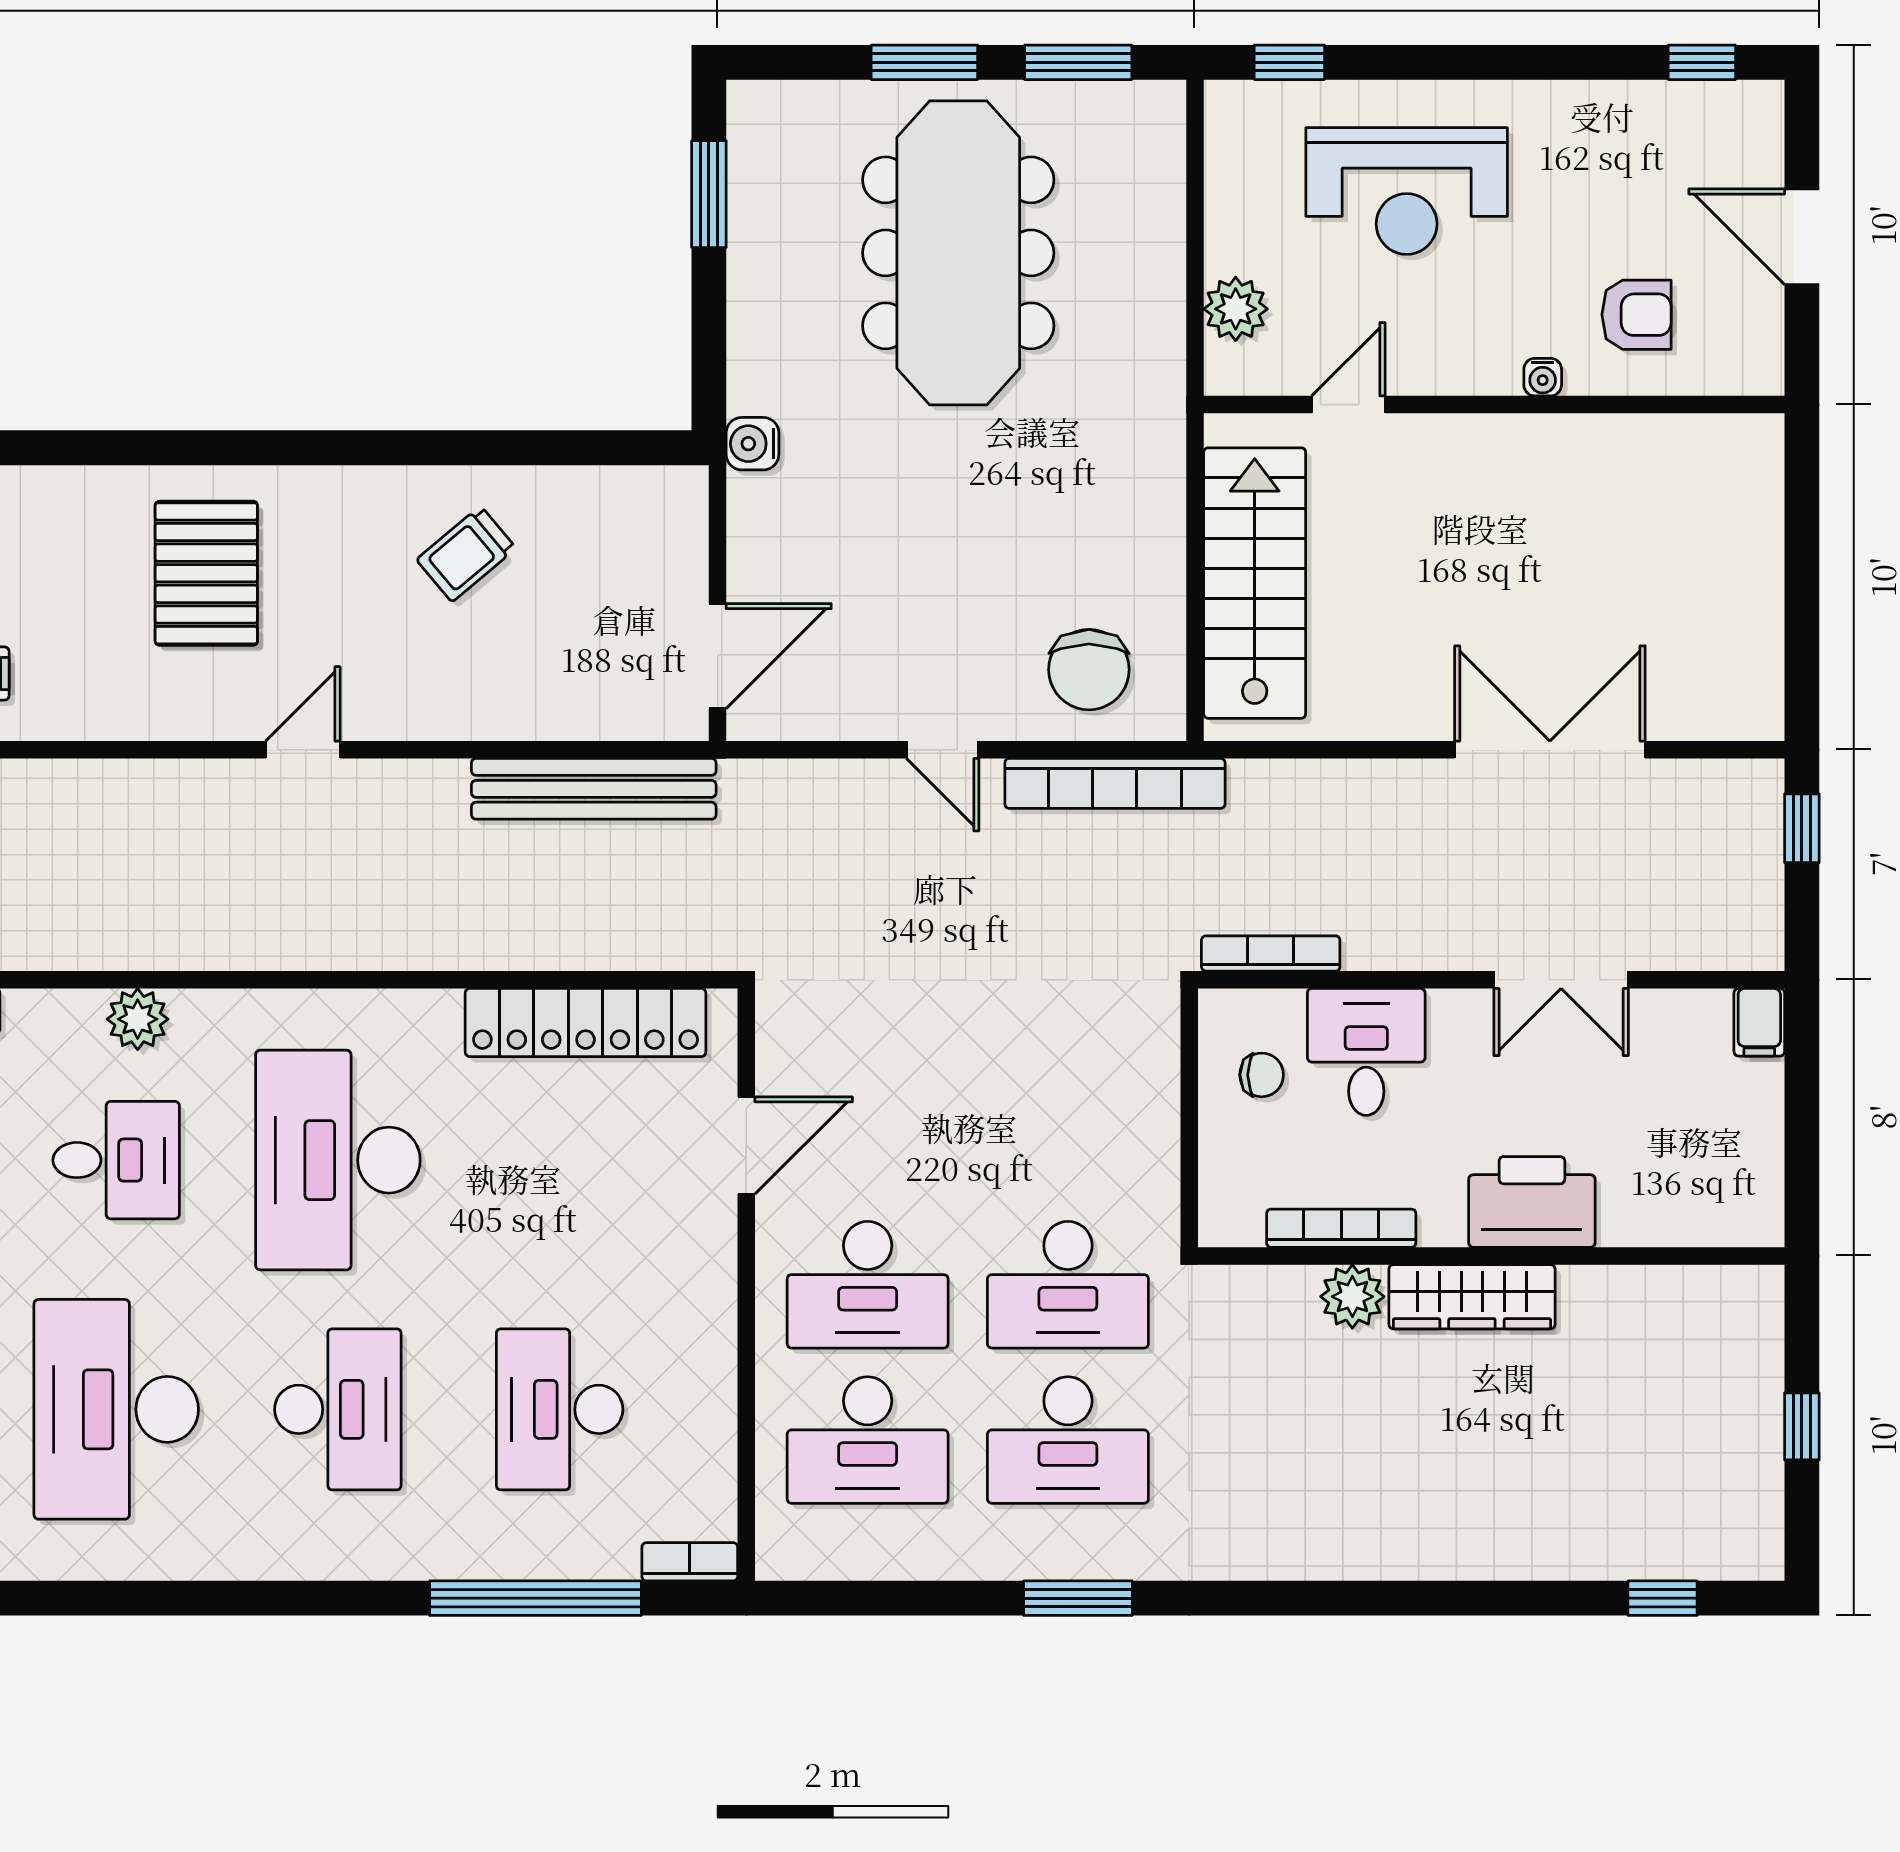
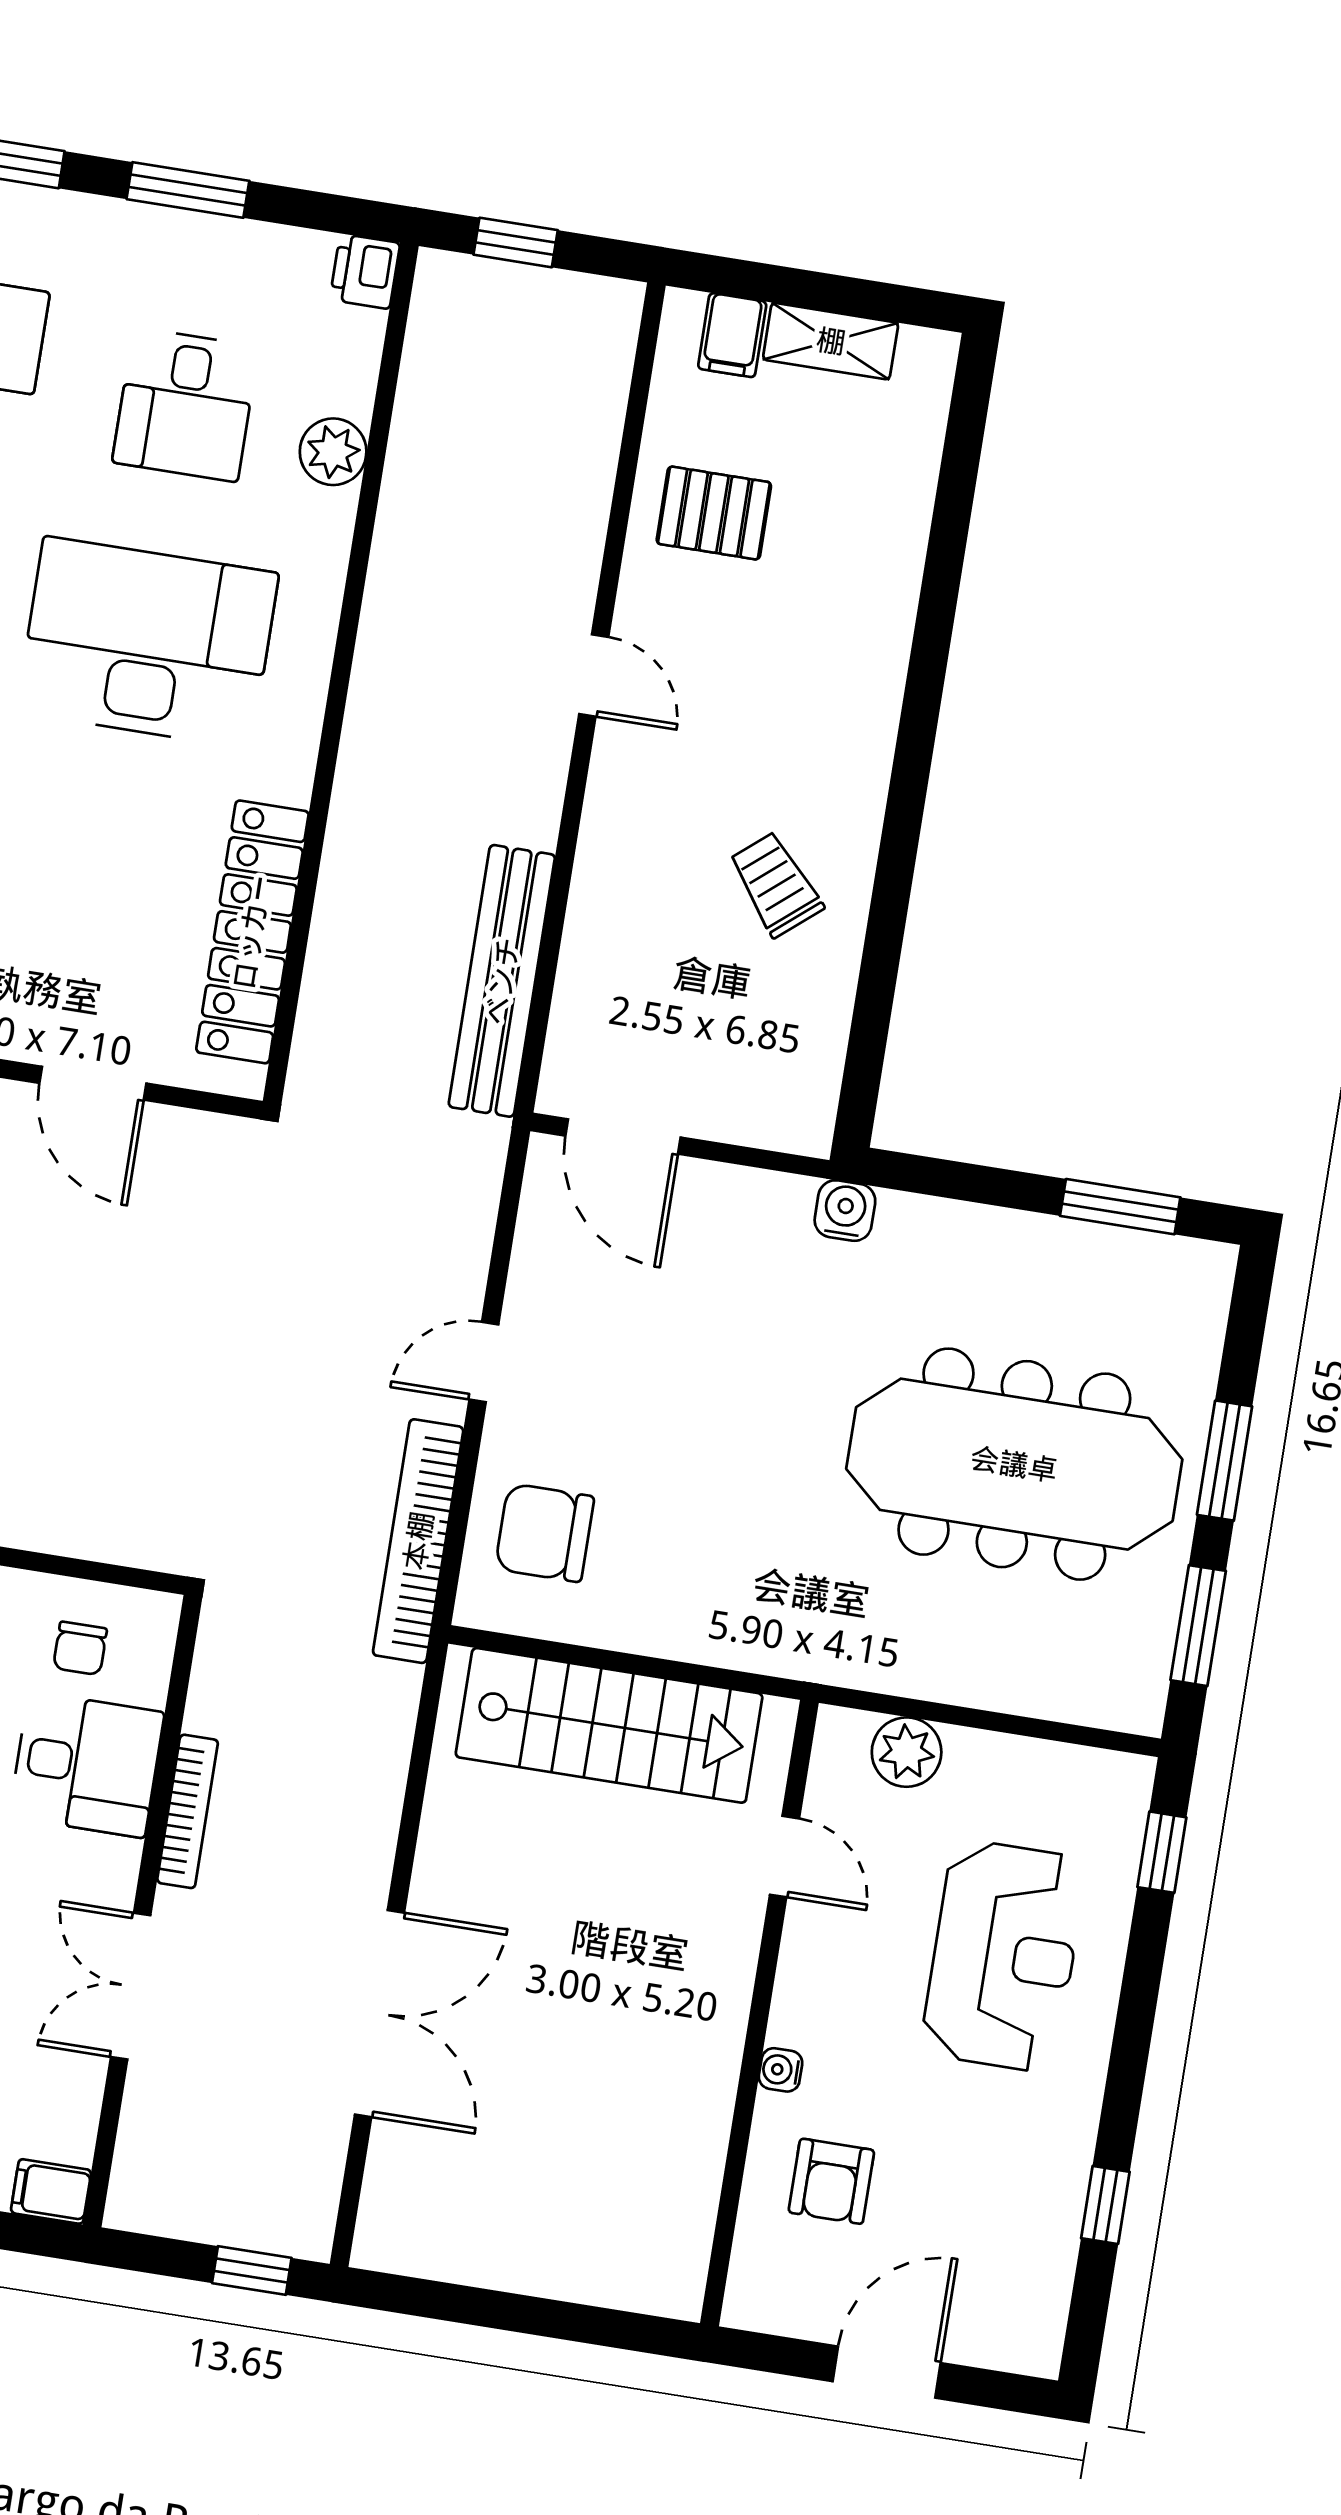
window: (1702, 62) -> (1105, 2205), moved
reception desk: (1407, 191) -> (1004, 1956), turned 180
pallet: (206, 573) -> (714, 513), moved, width x0.67, depth x0.71
bookcase: (1271, 953) -> (188, 1811), moved

